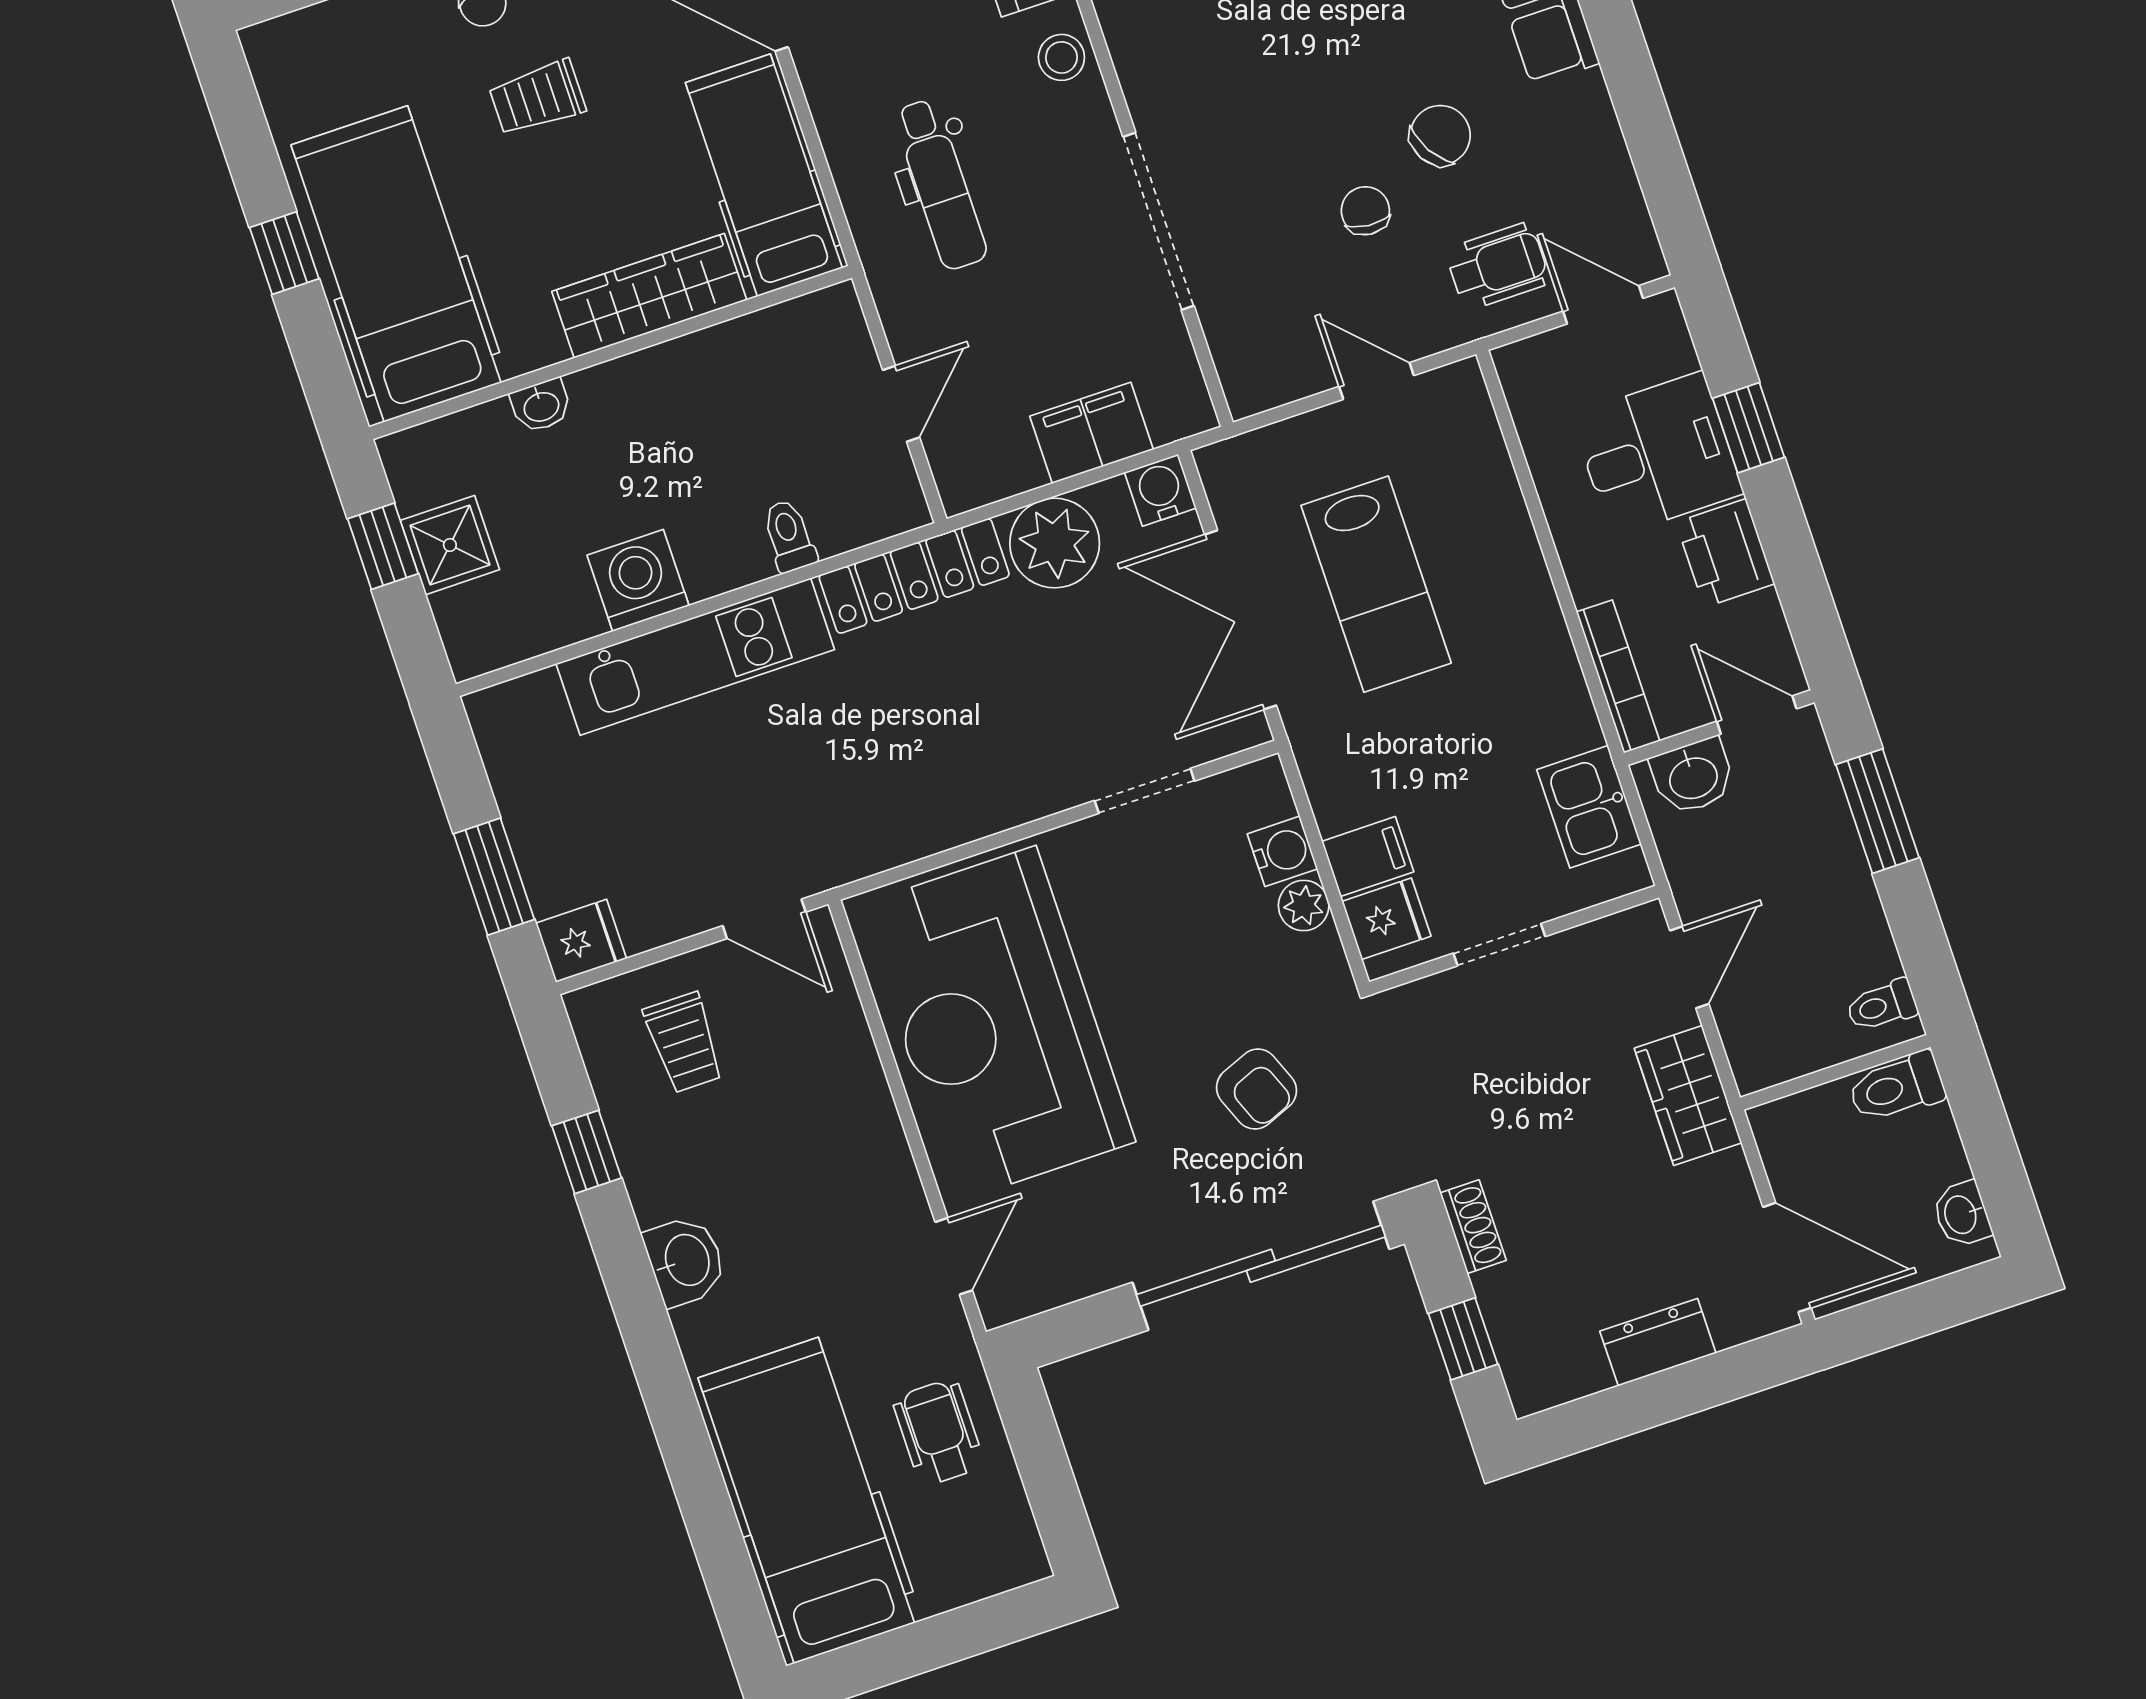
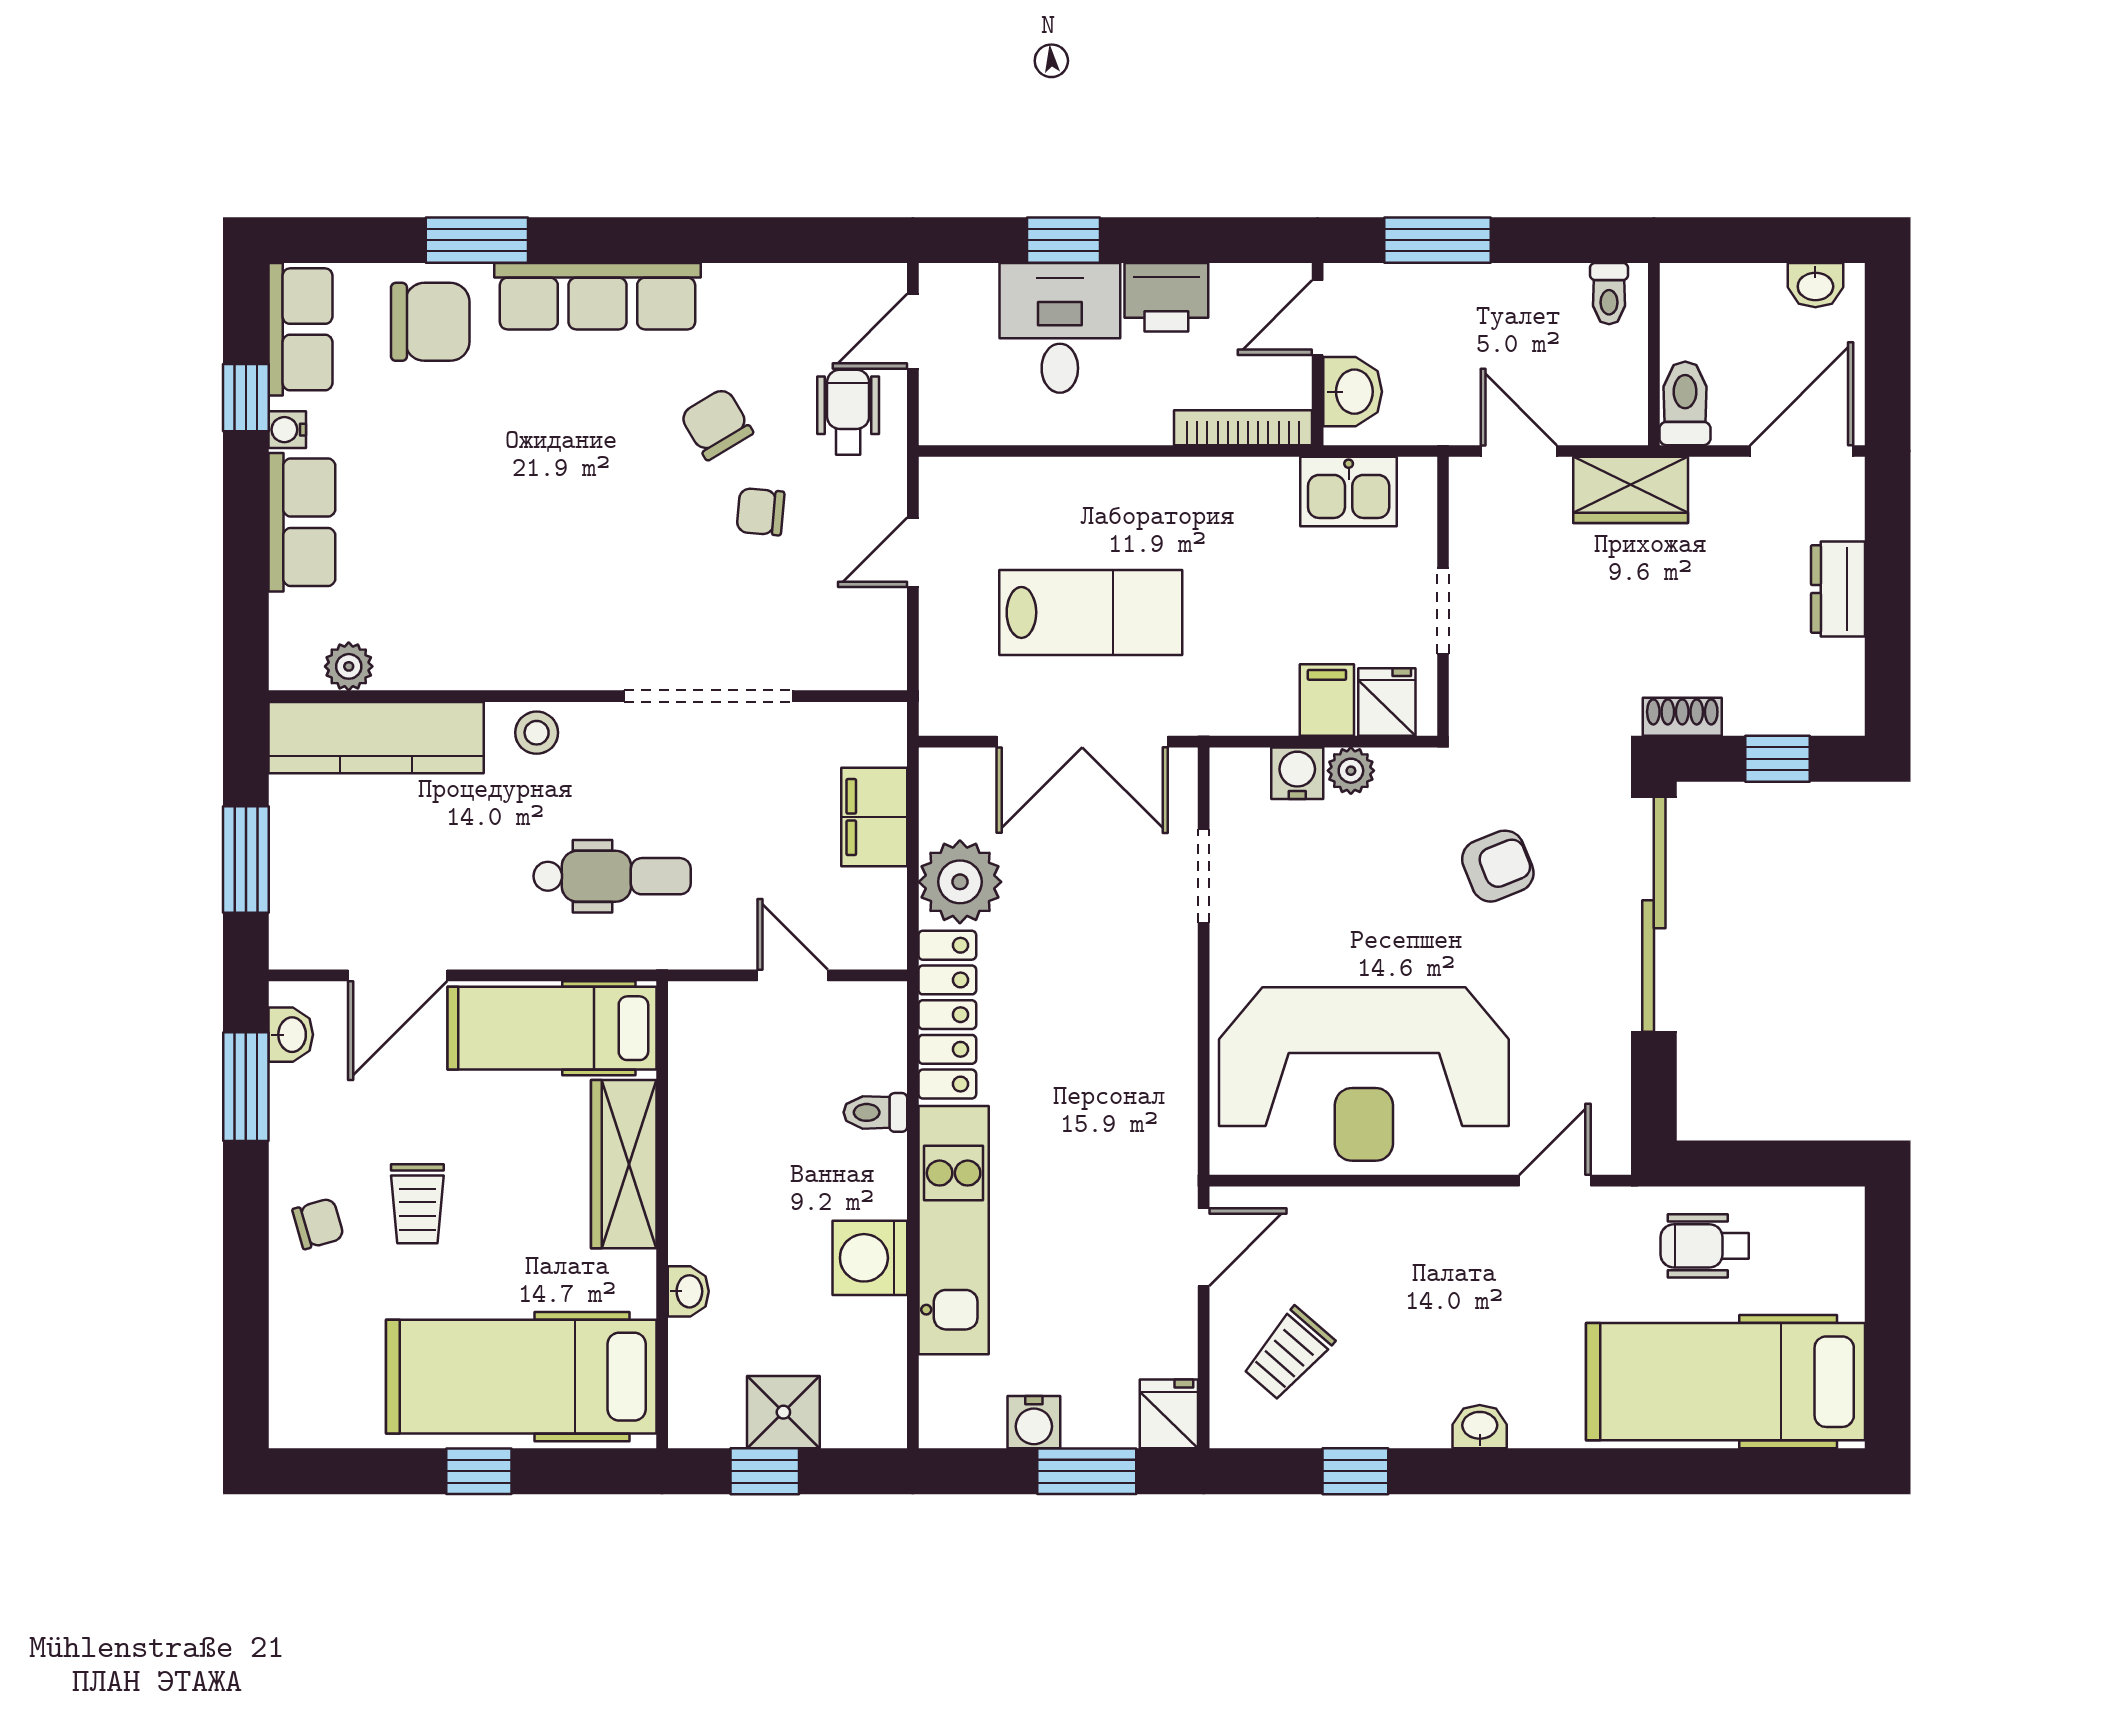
water cooler: (1160, 490) -> (1034, 1422), moved, turned -90
trolley: (684, 1043) -> (1288, 1354), turned 131
toilet: (1897, 1087) -> (1685, 403), moved, turned 180
door: (954, 1256) -> (1555, 1181), hinge flipped
washbasin: (685, 1261) -> (1480, 1427), width x0.72, depth x0.69

